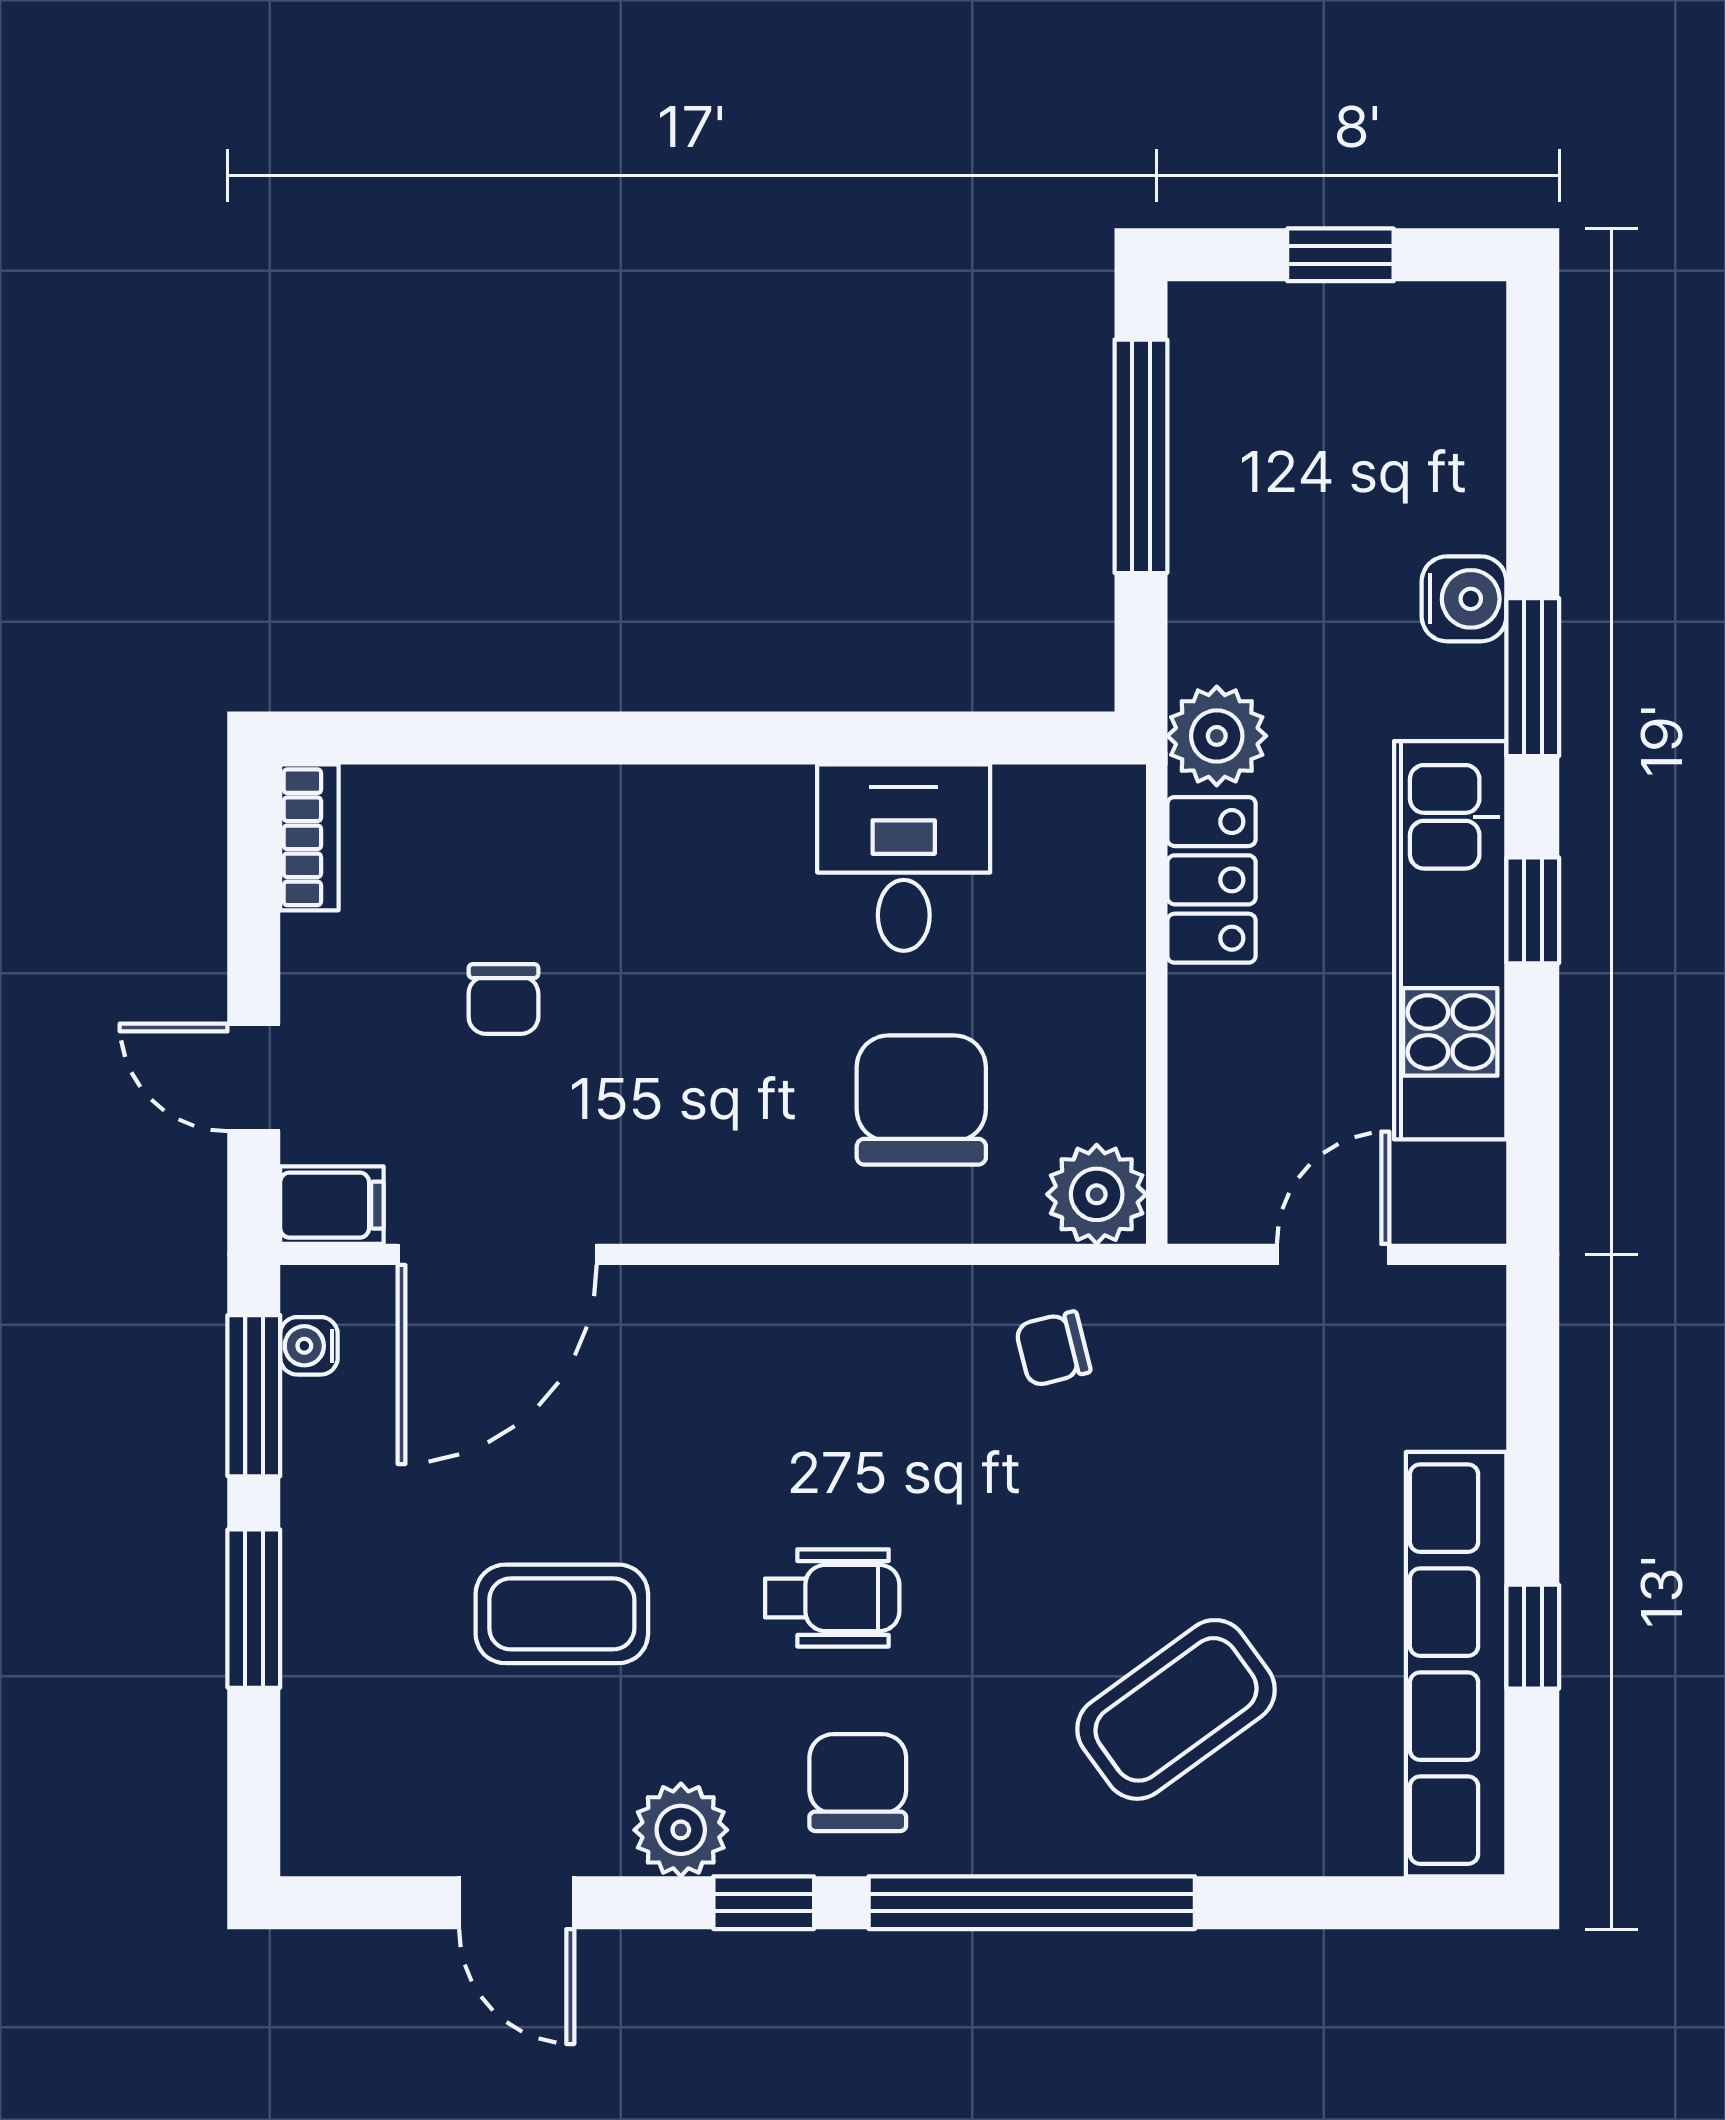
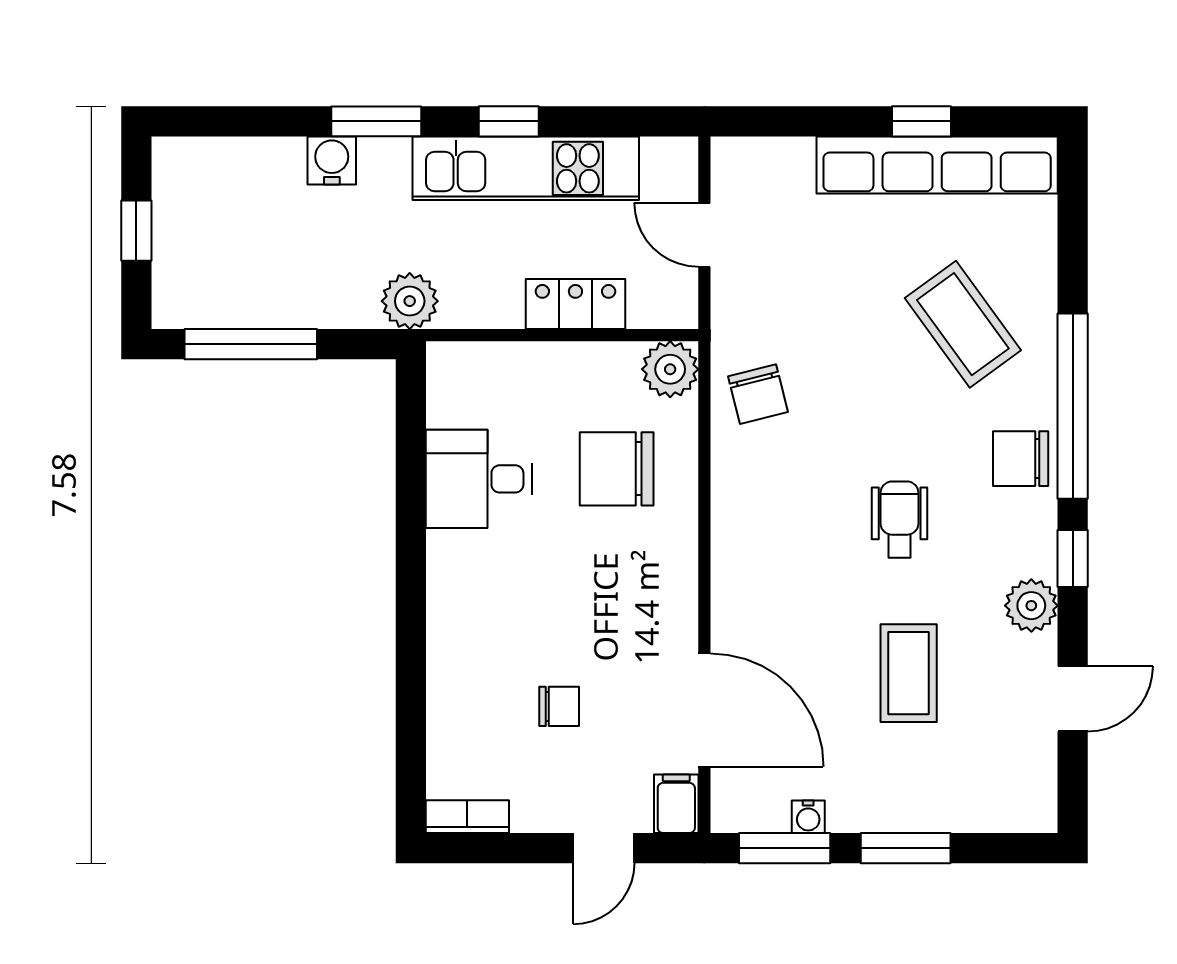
locker: (1212, 880) -> (575, 304), moved
water cooler: (309, 1346) -> (808, 817), moved
chair: (1053, 1349) -> (758, 394), width x1.37, depth x1.37
chair: (858, 1783) -> (1021, 459), moved

